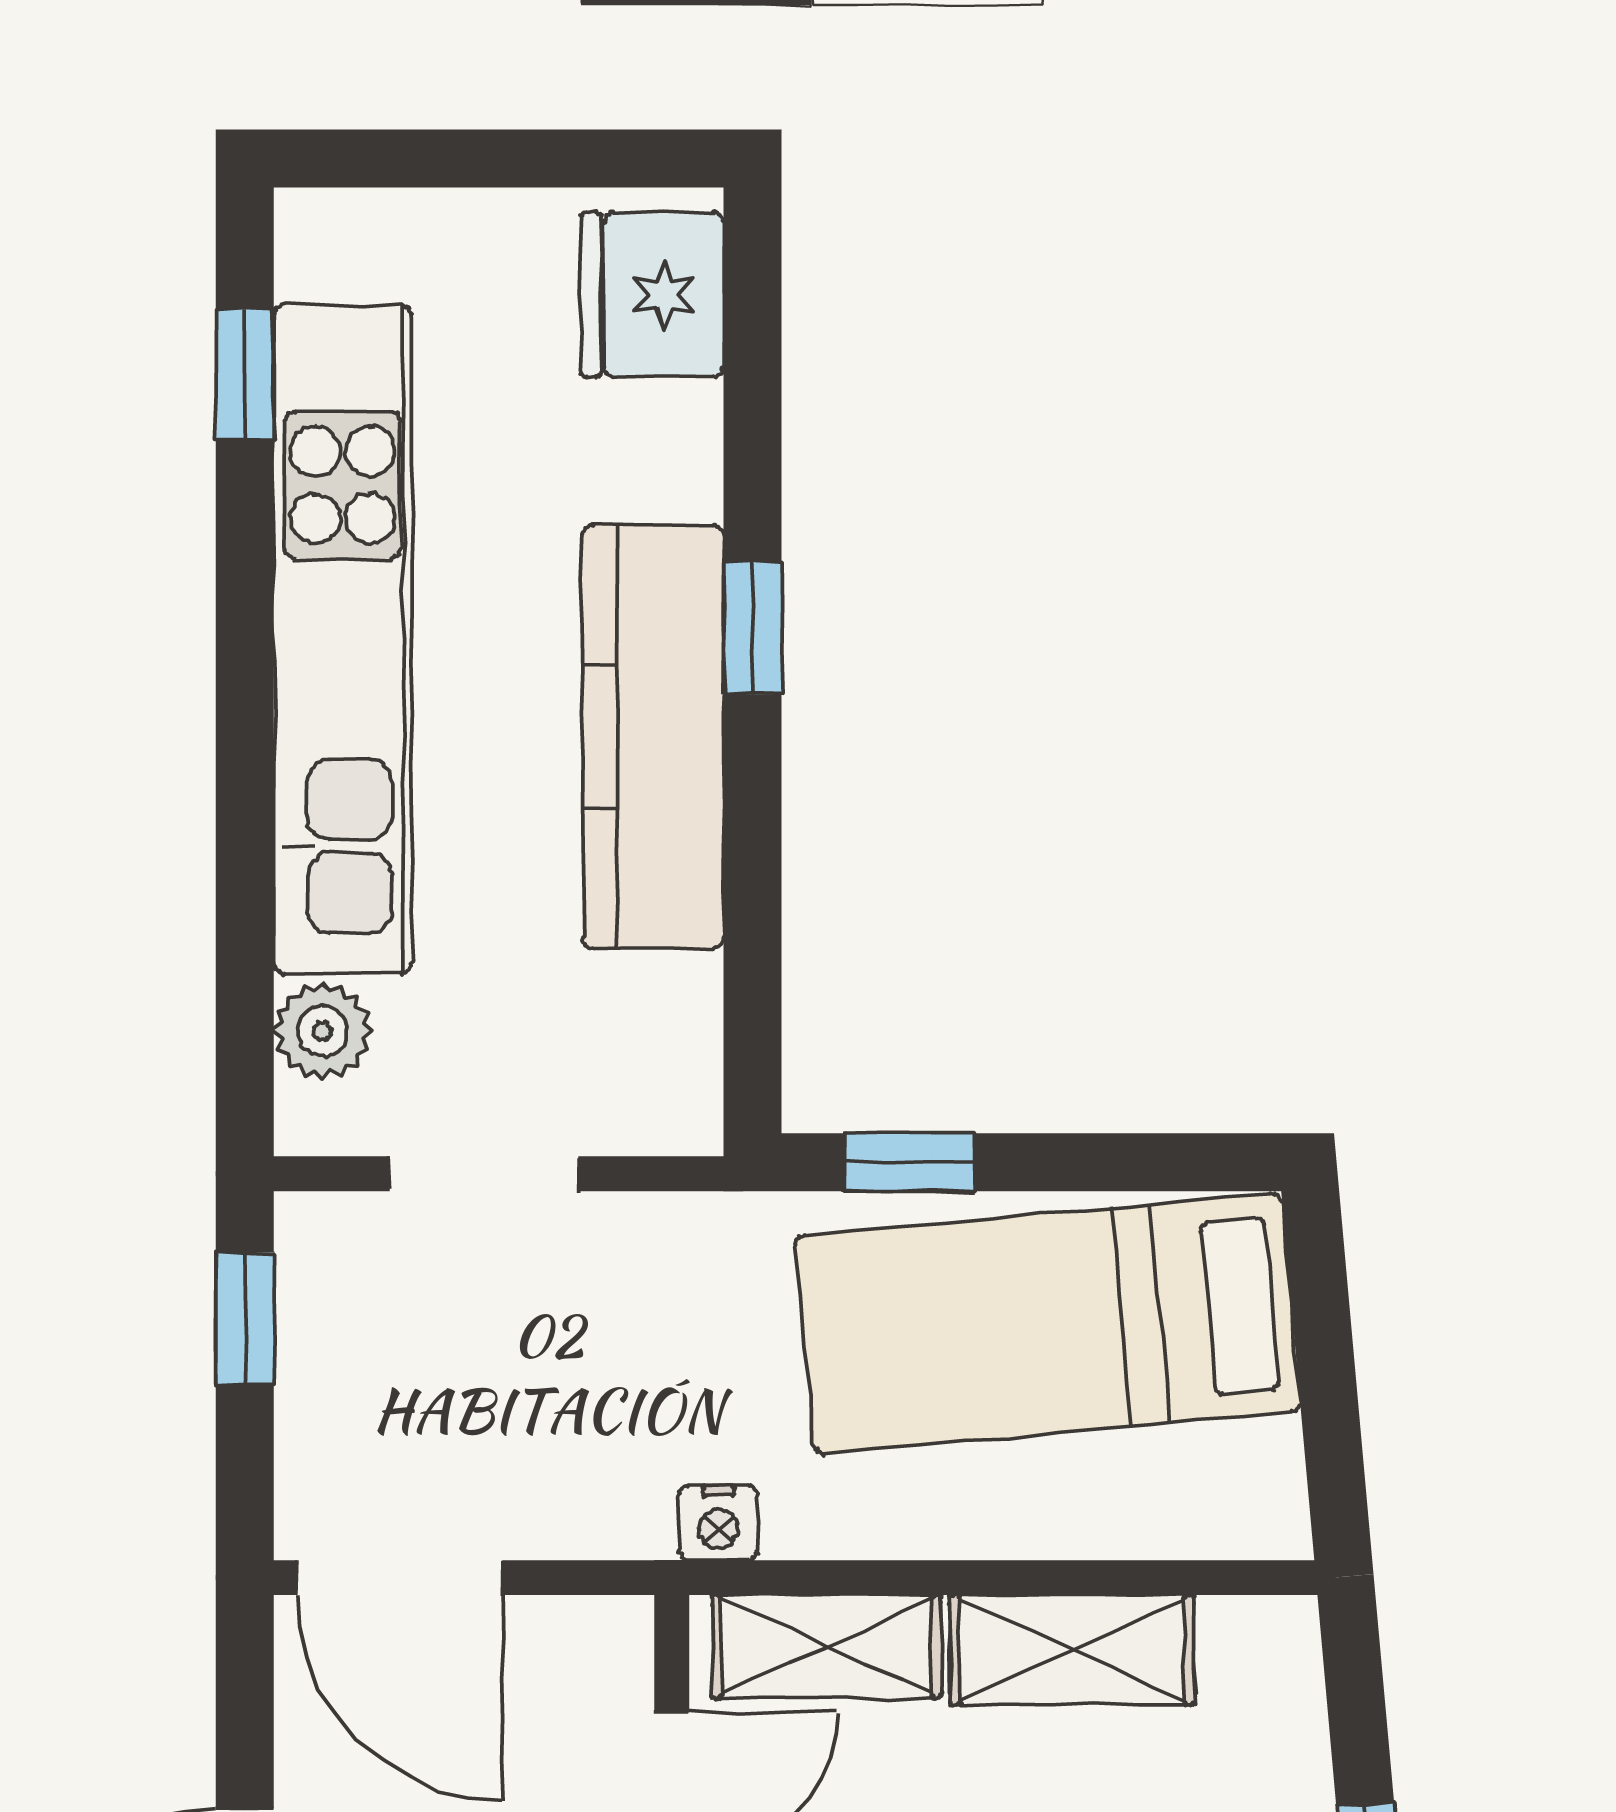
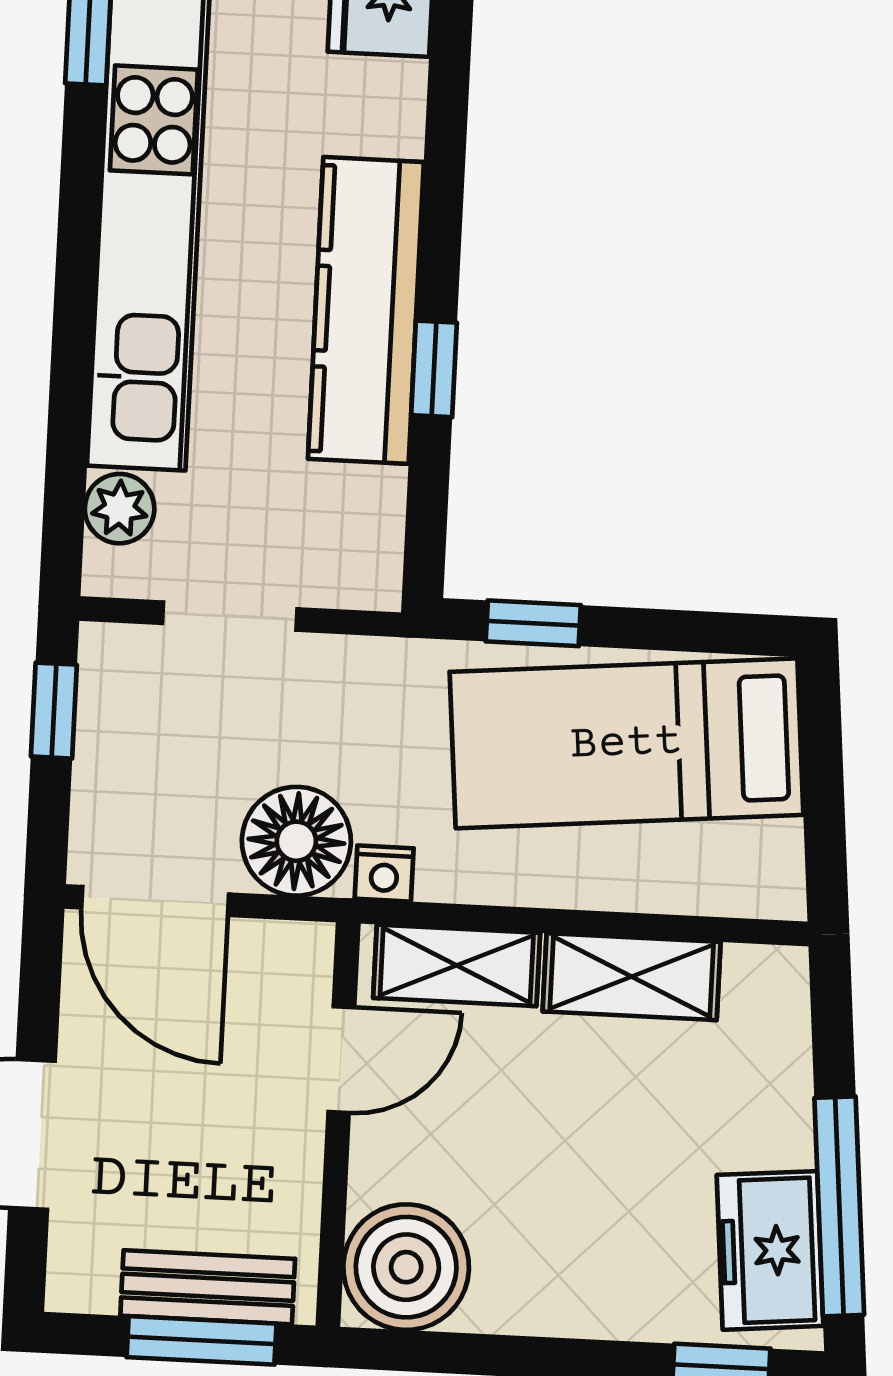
window: (752, 628) -> (434, 369), moved
floor lamp: (593, 1484) -> (296, 841), added

